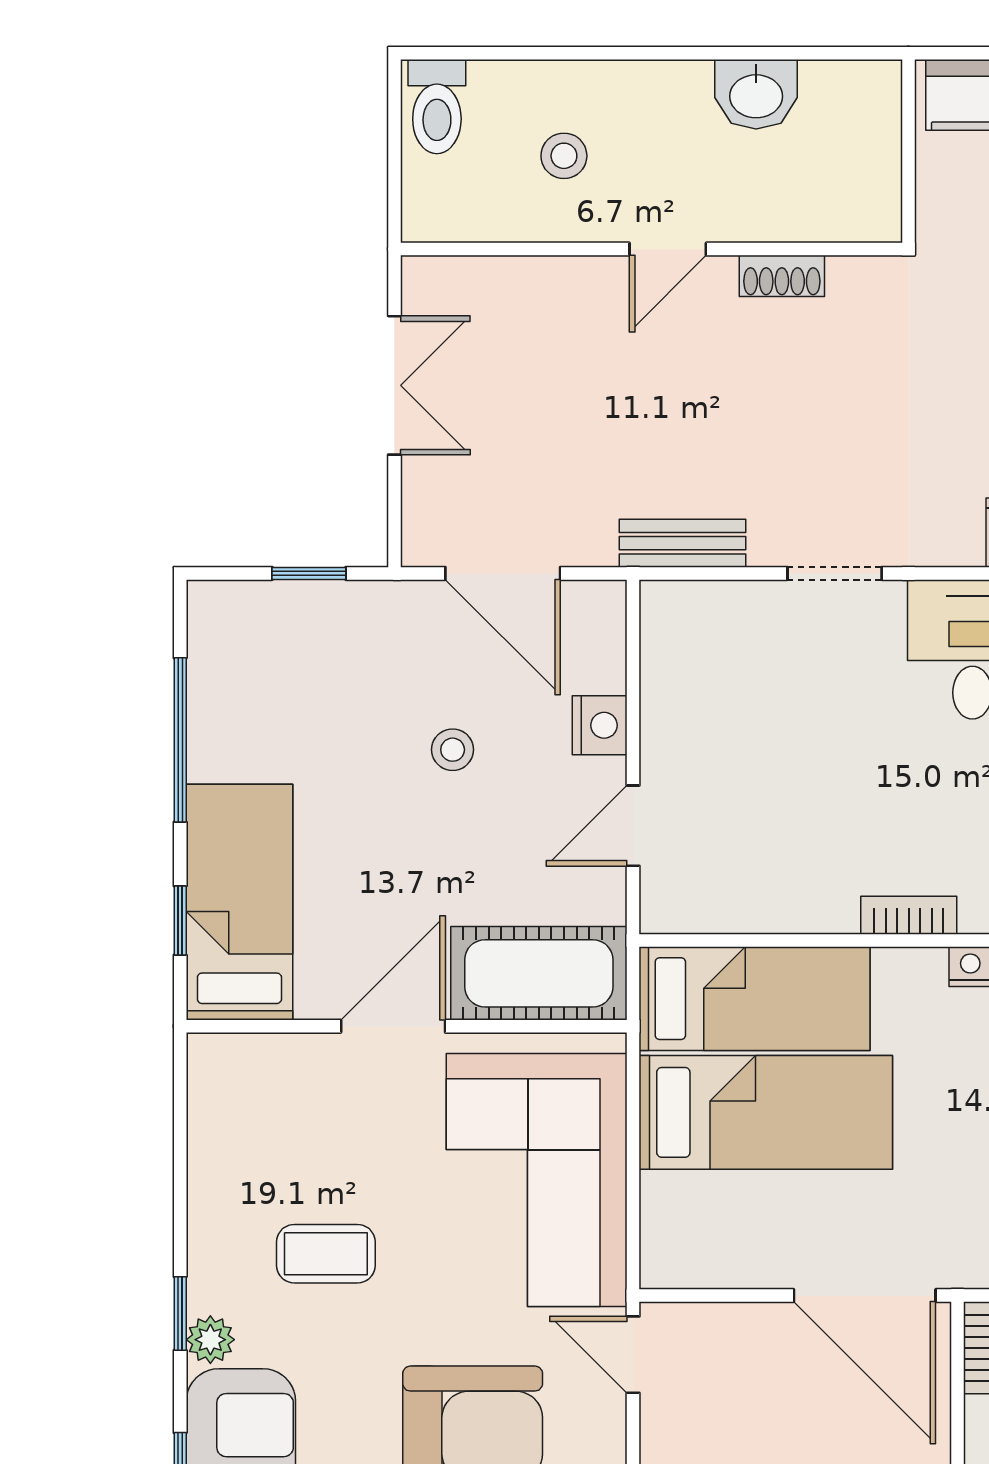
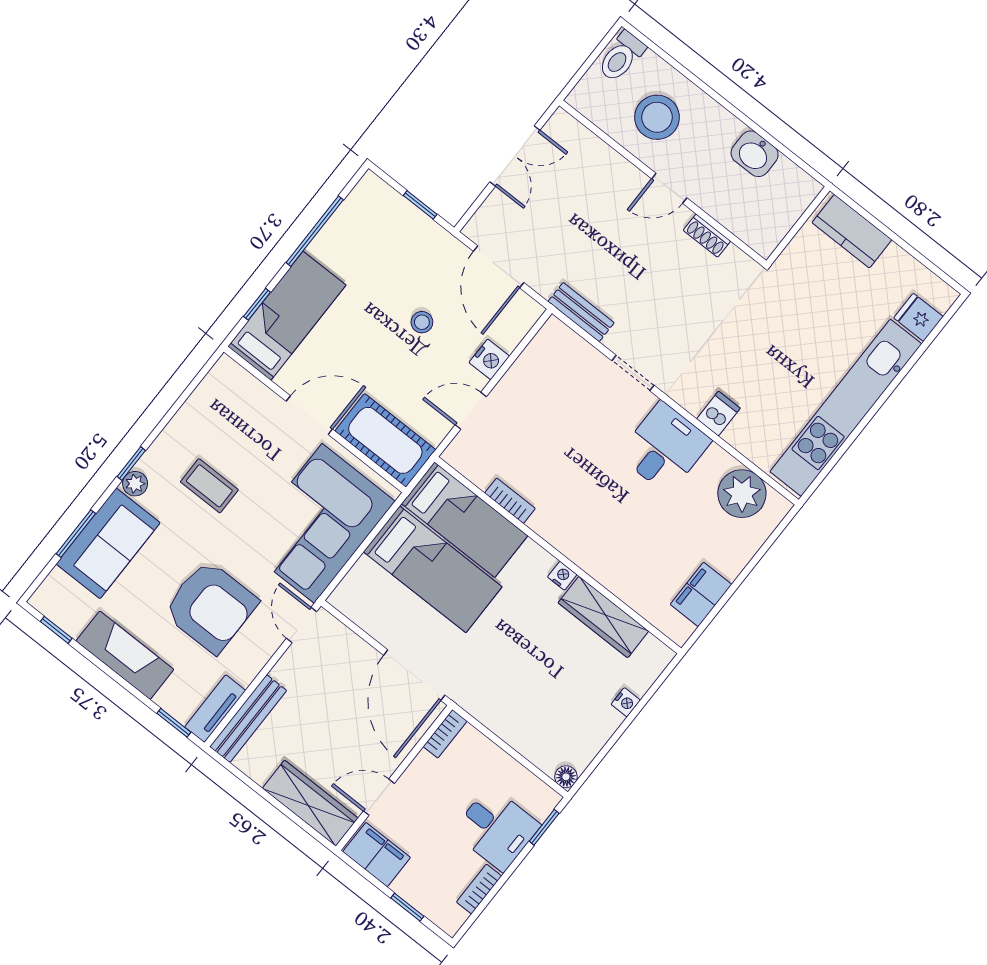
stool: (564, 156) -> (657, 117), width x1.89, depth x1.89
bookcase: (909, 915) -> (510, 501), moved

